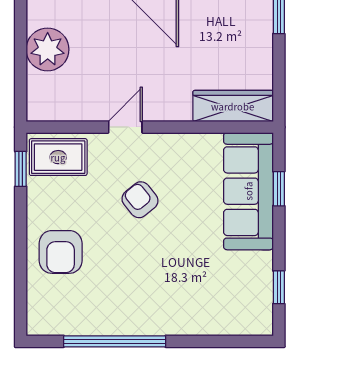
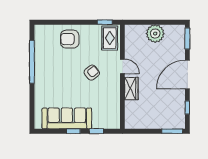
wardrobe: (233, 106) -> (131, 88), moved, width x0.67
sofa: (248, 191) -> (67, 118), moved
window: (279, 287) -> (73, 131), moved

